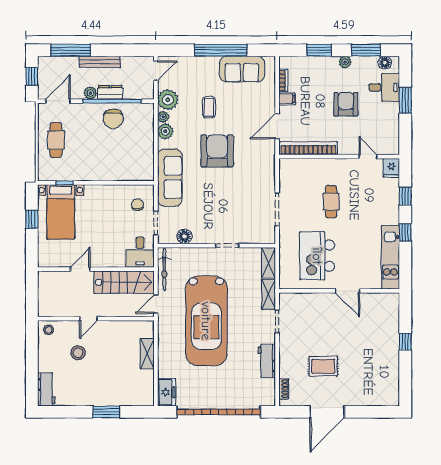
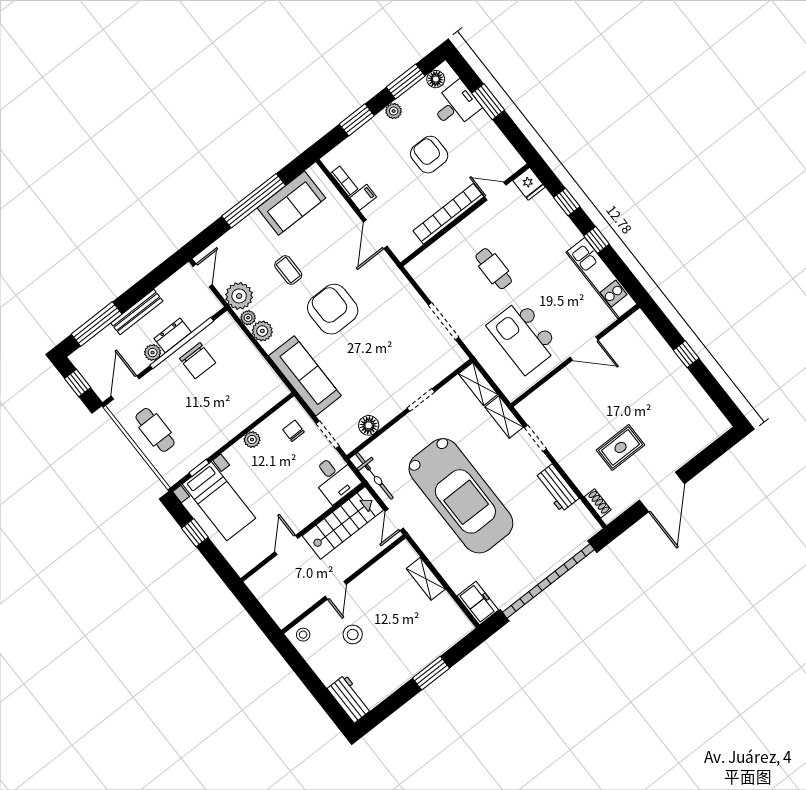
bookcase: (308, 148) -> (448, 214), moved
plant: (109, 191) -> (252, 440), added

